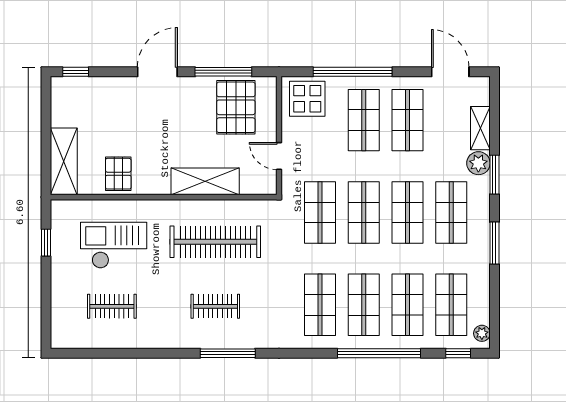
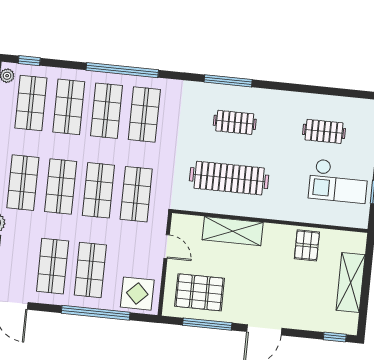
pallet: (236, 107) -> (200, 292), turned 90
shelving: (64, 161) -> (351, 283), moved
checkout: (114, 245) -> (338, 181), moved
window: (379, 353) -> (122, 70), moved

